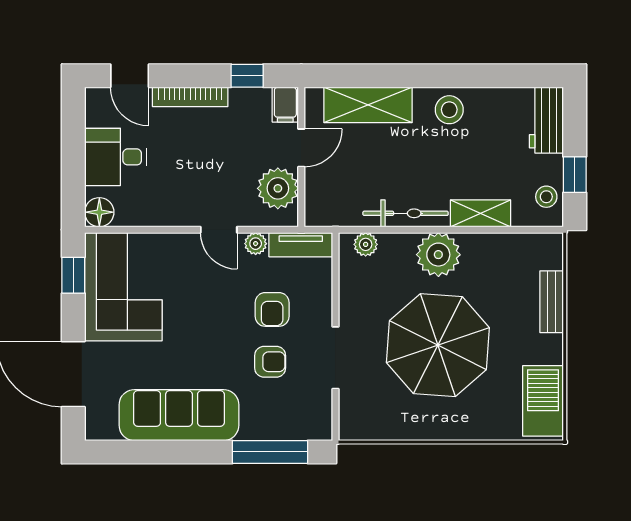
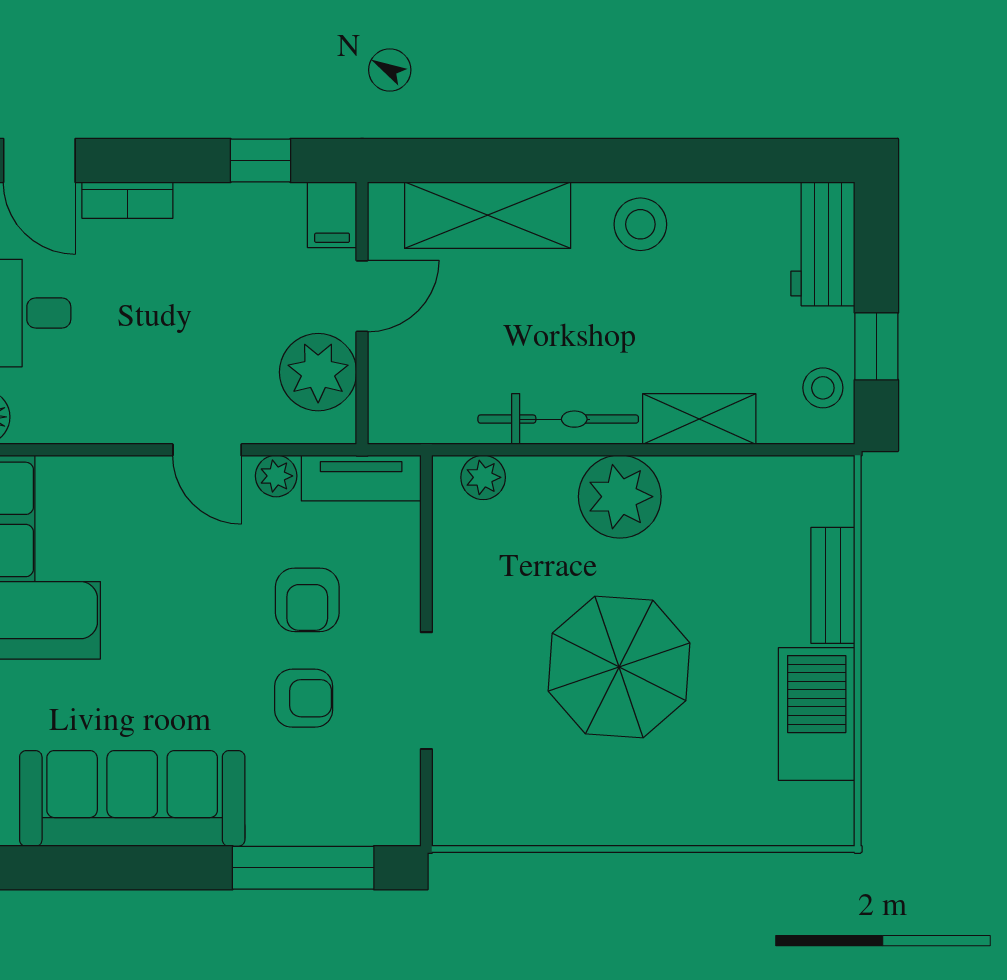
bookcase: (190, 97) -> (127, 200), width x0.64
parasol: (438, 345) -> (619, 667), width x0.73, depth x0.73
barbecue: (543, 401) -> (817, 714), moved

